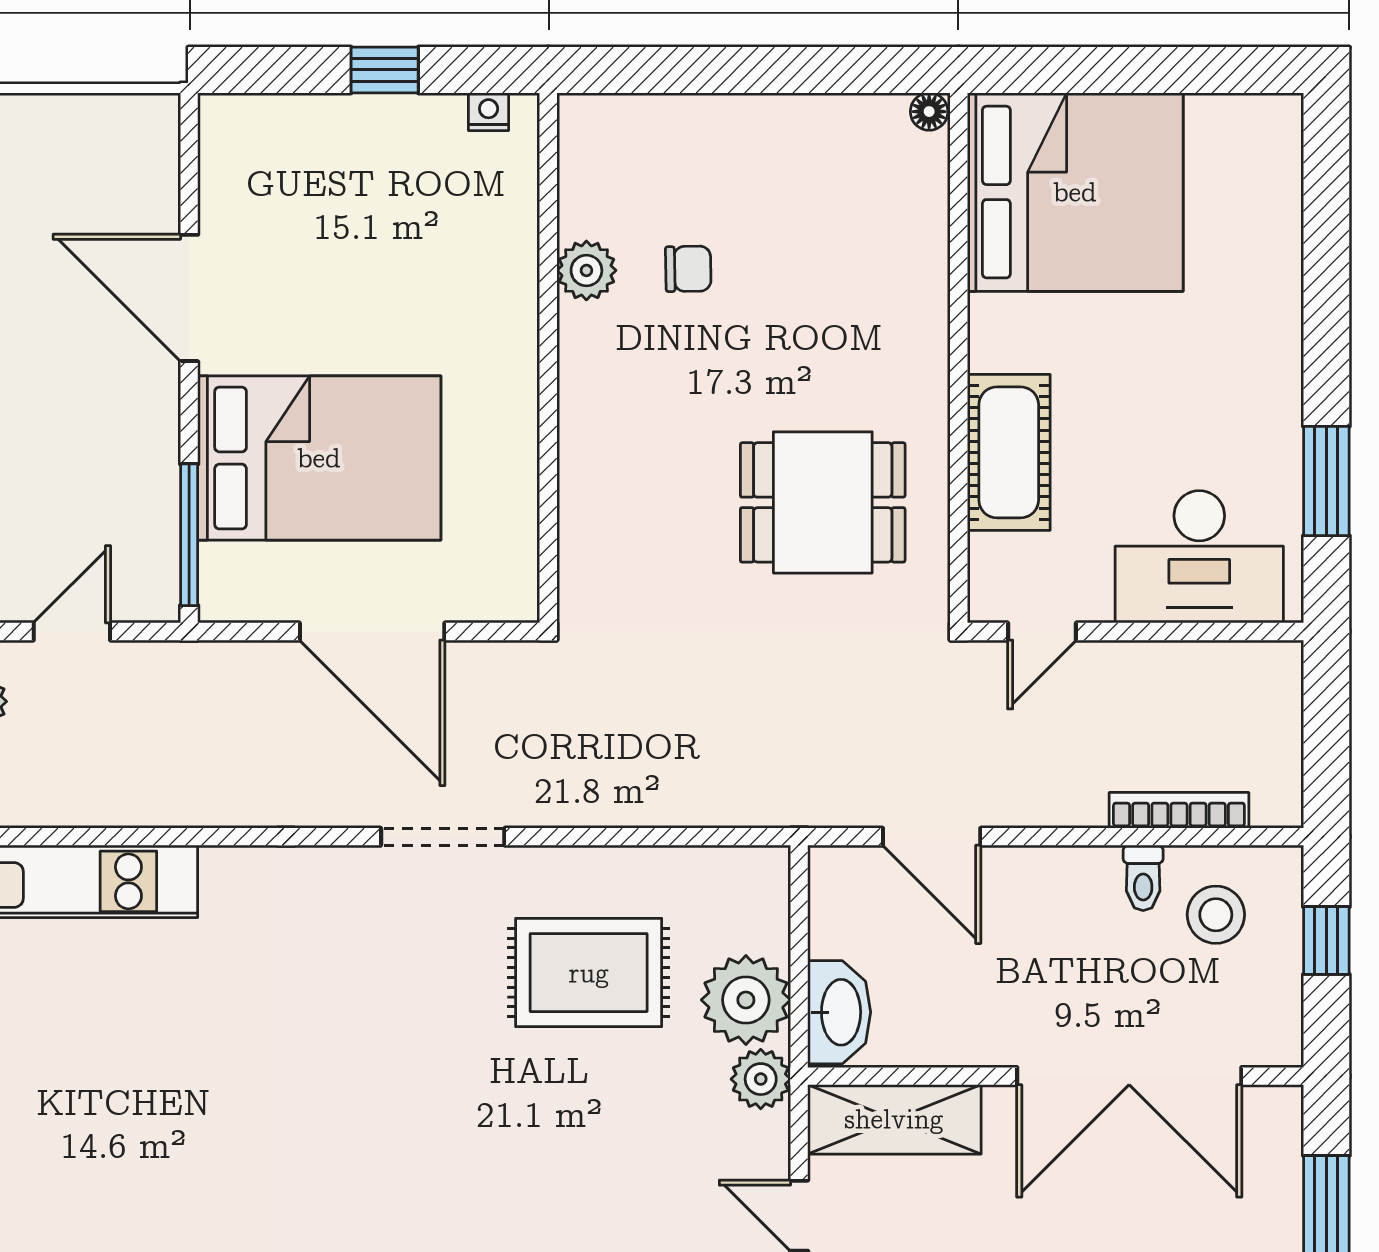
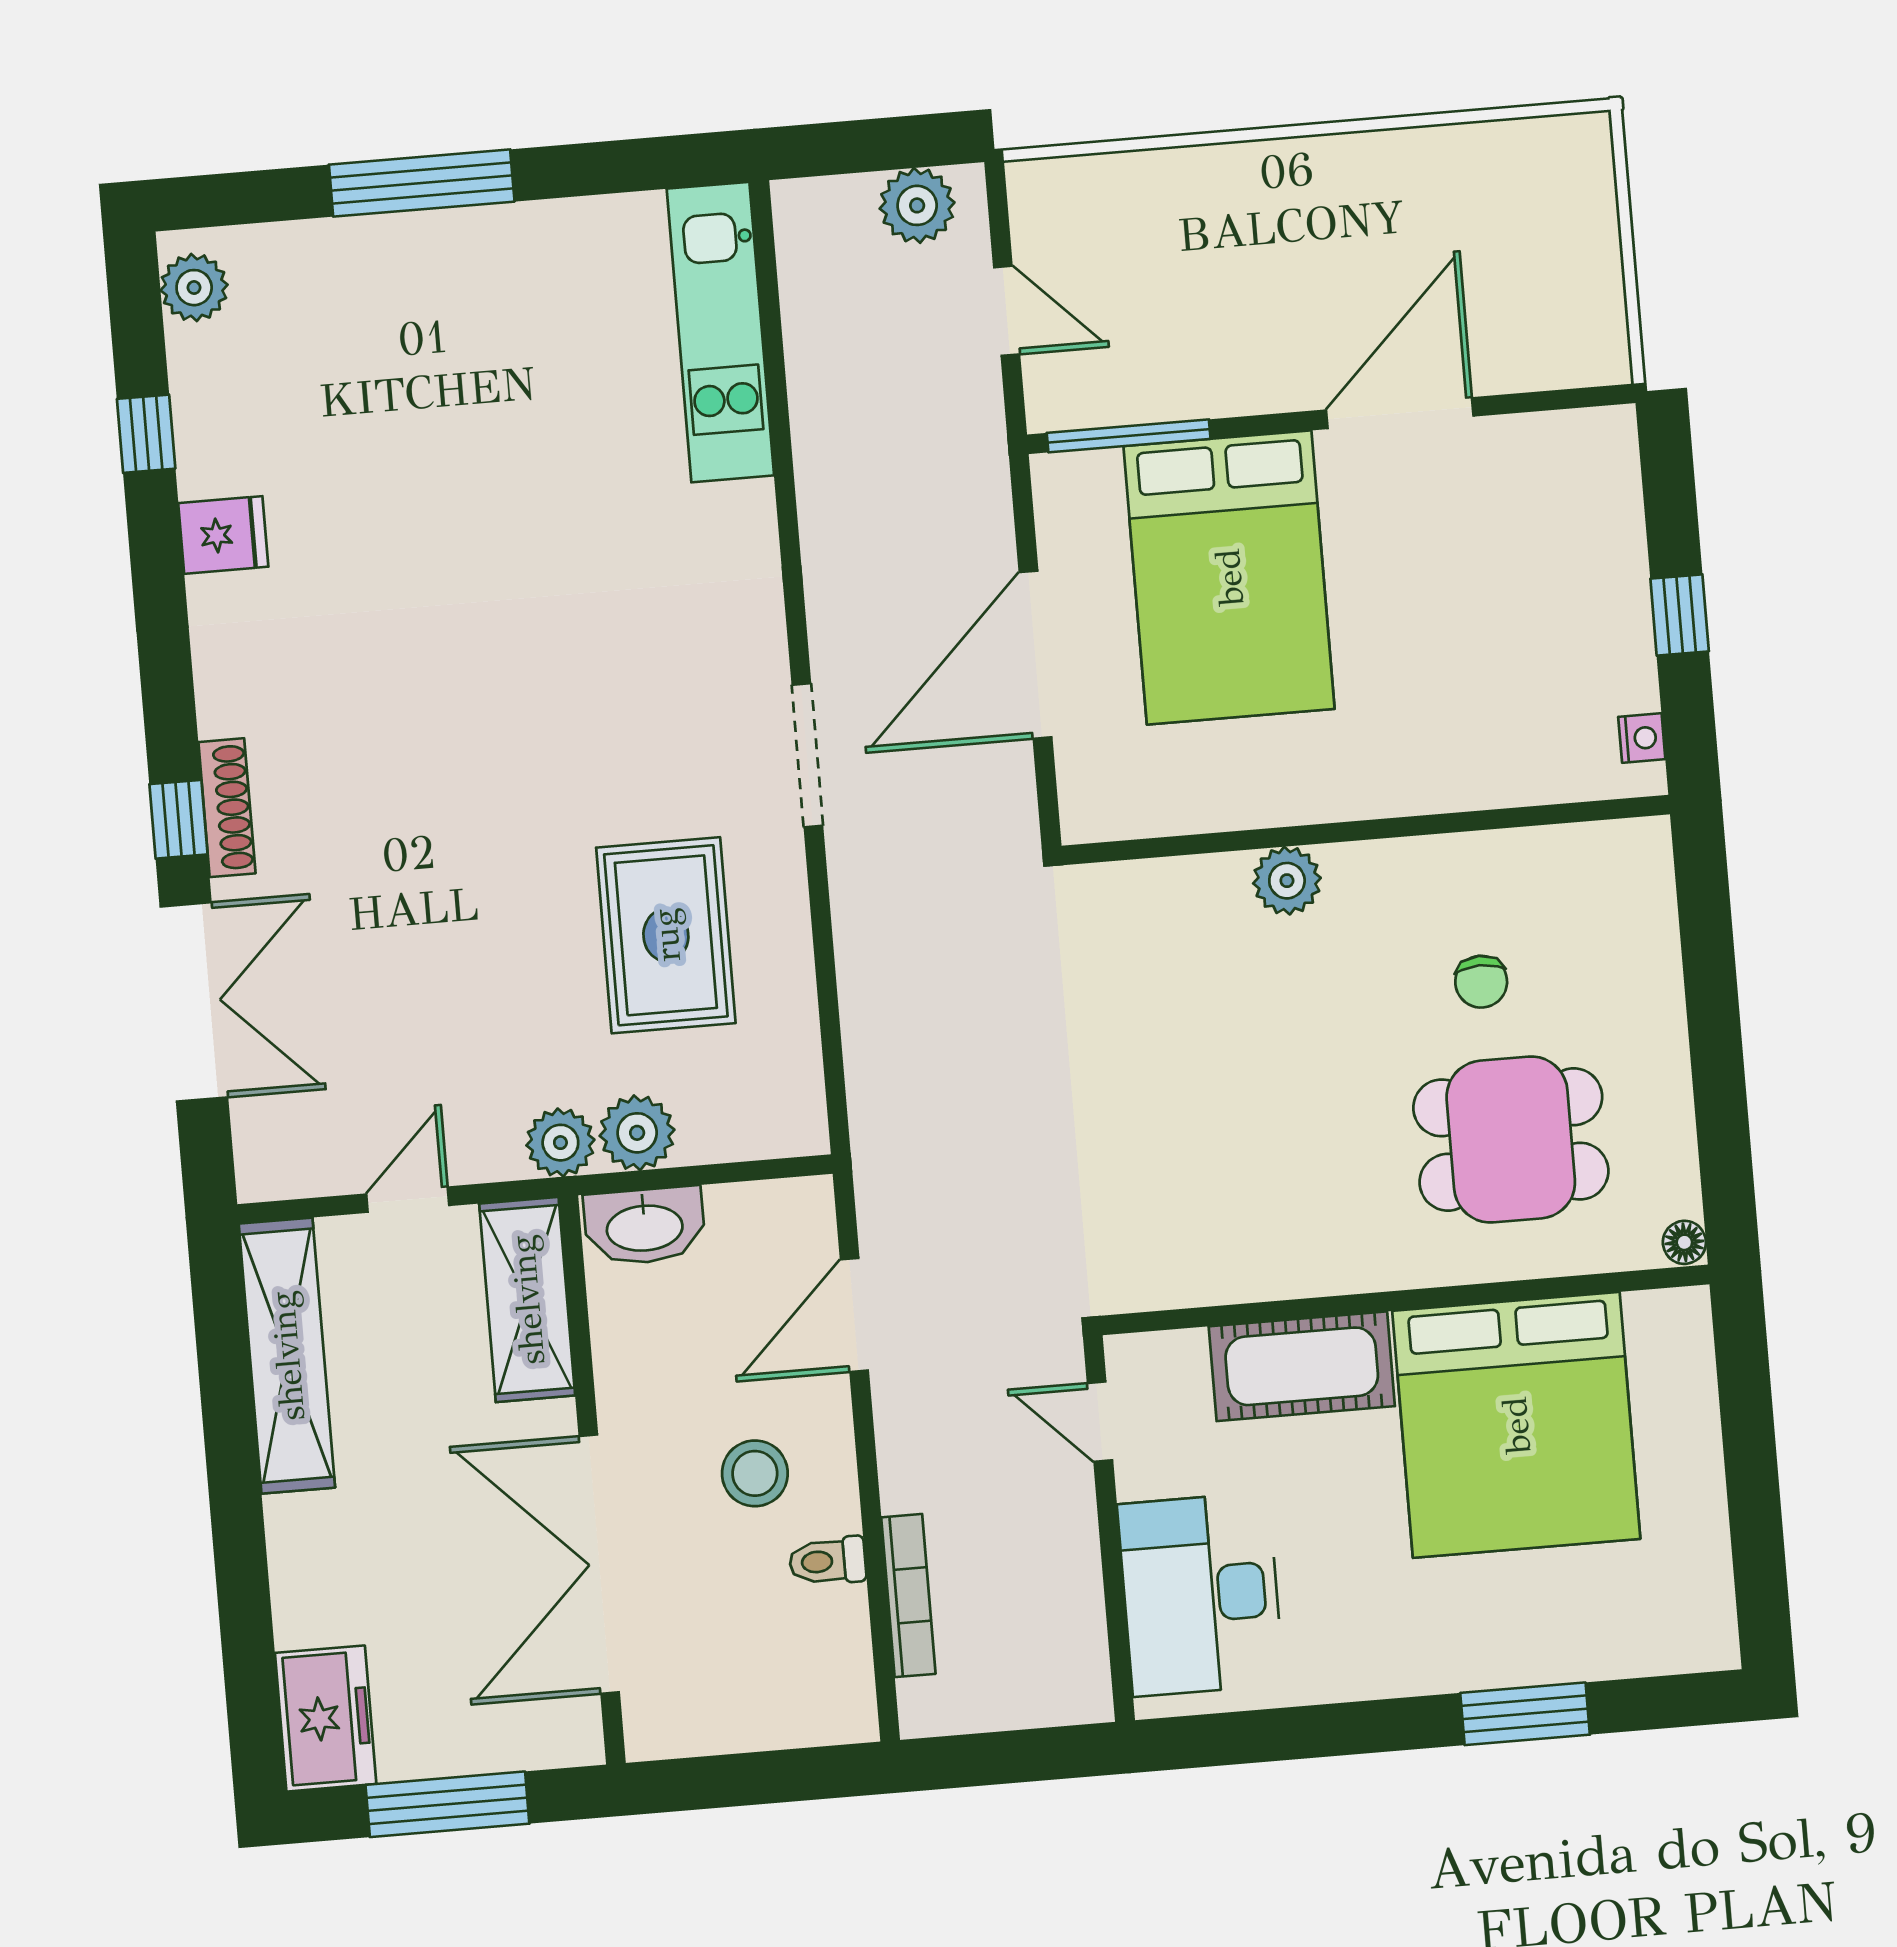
bed: (1075, 192) -> (1516, 1425), moved
plant: (586, 270) -> (1287, 881), moved
window: (1326, 481) -> (1525, 1714), moved
dining table: (823, 502) -> (1511, 1139), moved, turned 90
stool: (1216, 915) -> (755, 1473), moved
window: (1326, 941) -> (773, 1777), removed
plant: (746, 1000) -> (637, 1133), width x0.73, depth x0.73

